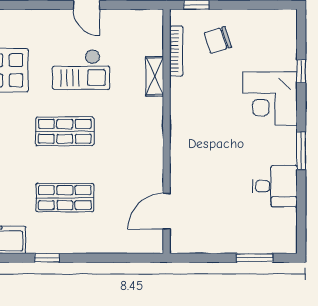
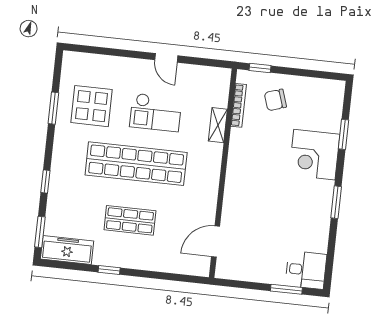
window: (301, 71) -> (344, 134), width x1.50
shop shelf: (65, 131) -> (136, 164), width x2.00, depth x1.36
desk: (275, 186) -> (306, 270), moved

